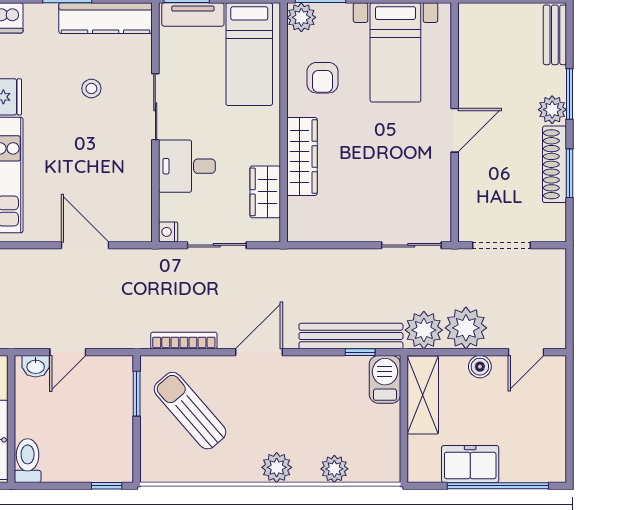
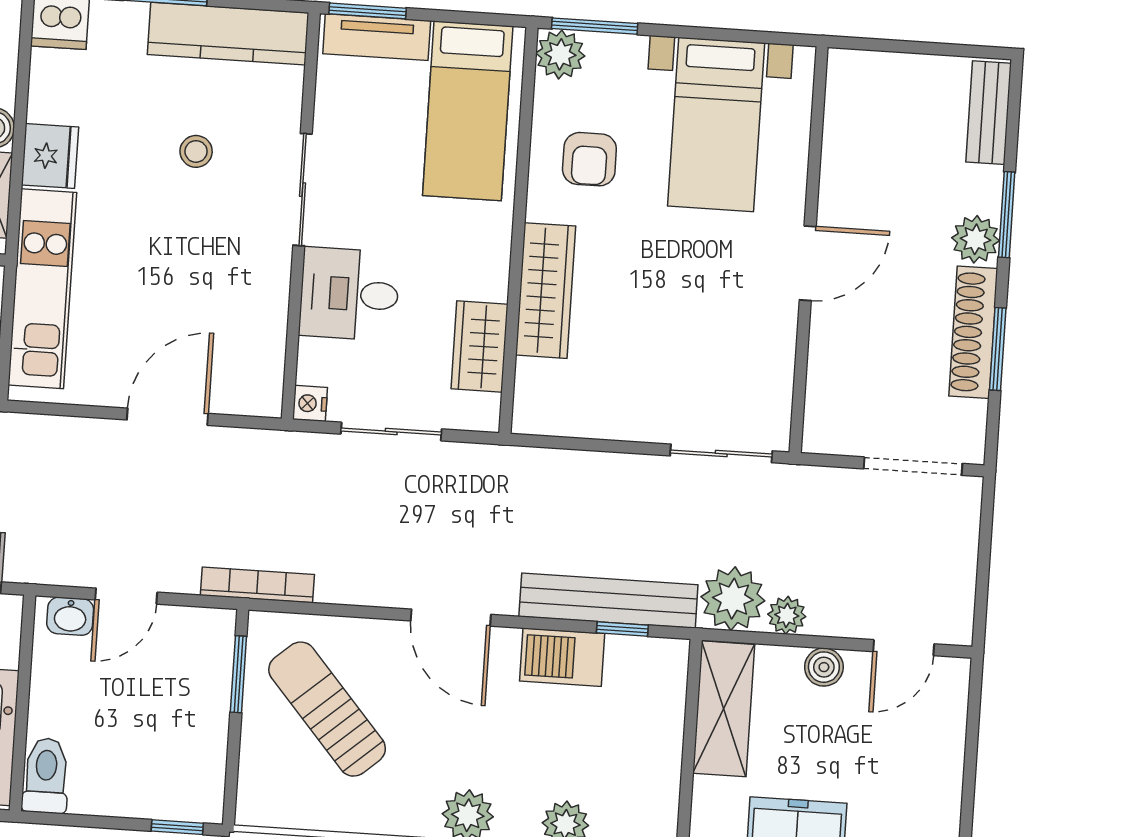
door: (85, 245) -> (167, 417), hinge flipped
doorway: (502, 245) -> (913, 466), moved
plant: (466, 328) -> (787, 615), width x0.53, depth x0.53
bookcase: (184, 340) -> (257, 585), moved
door: (259, 352) -> (451, 618), swing flipped
barbecue: (385, 379) -> (562, 657), moved, turned -90

